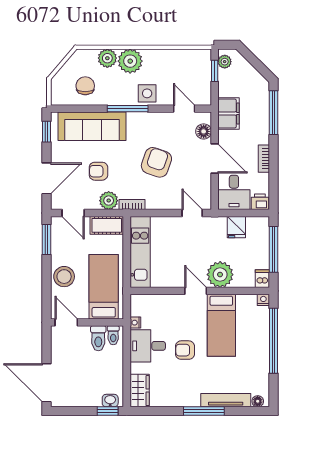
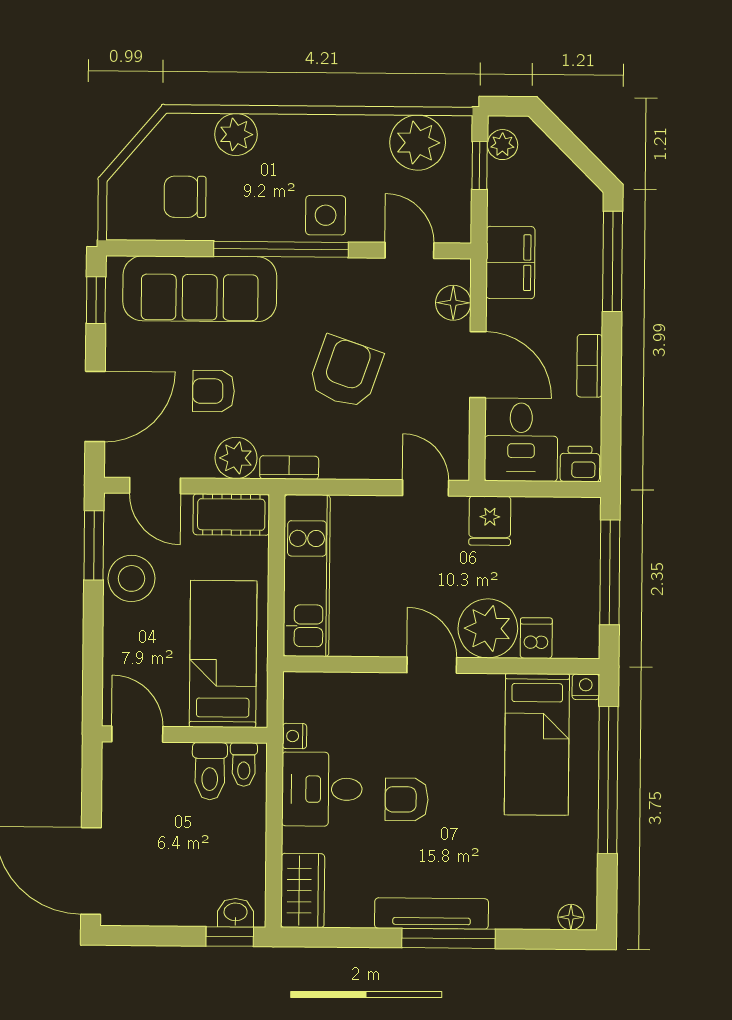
plant: (130, 61) -> (418, 143), moved
chair: (85, 86) -> (185, 197), turned -90
window: (128, 109) -> (281, 249), width x1.46
fridge: (236, 227) -> (490, 521), moved
stool: (64, 277) -> (132, 578), moved
dishwasher: (262, 279) -> (536, 638), moved
bed: (221, 325) -> (537, 744), moved
tv unit: (226, 400) -> (432, 914), moved

